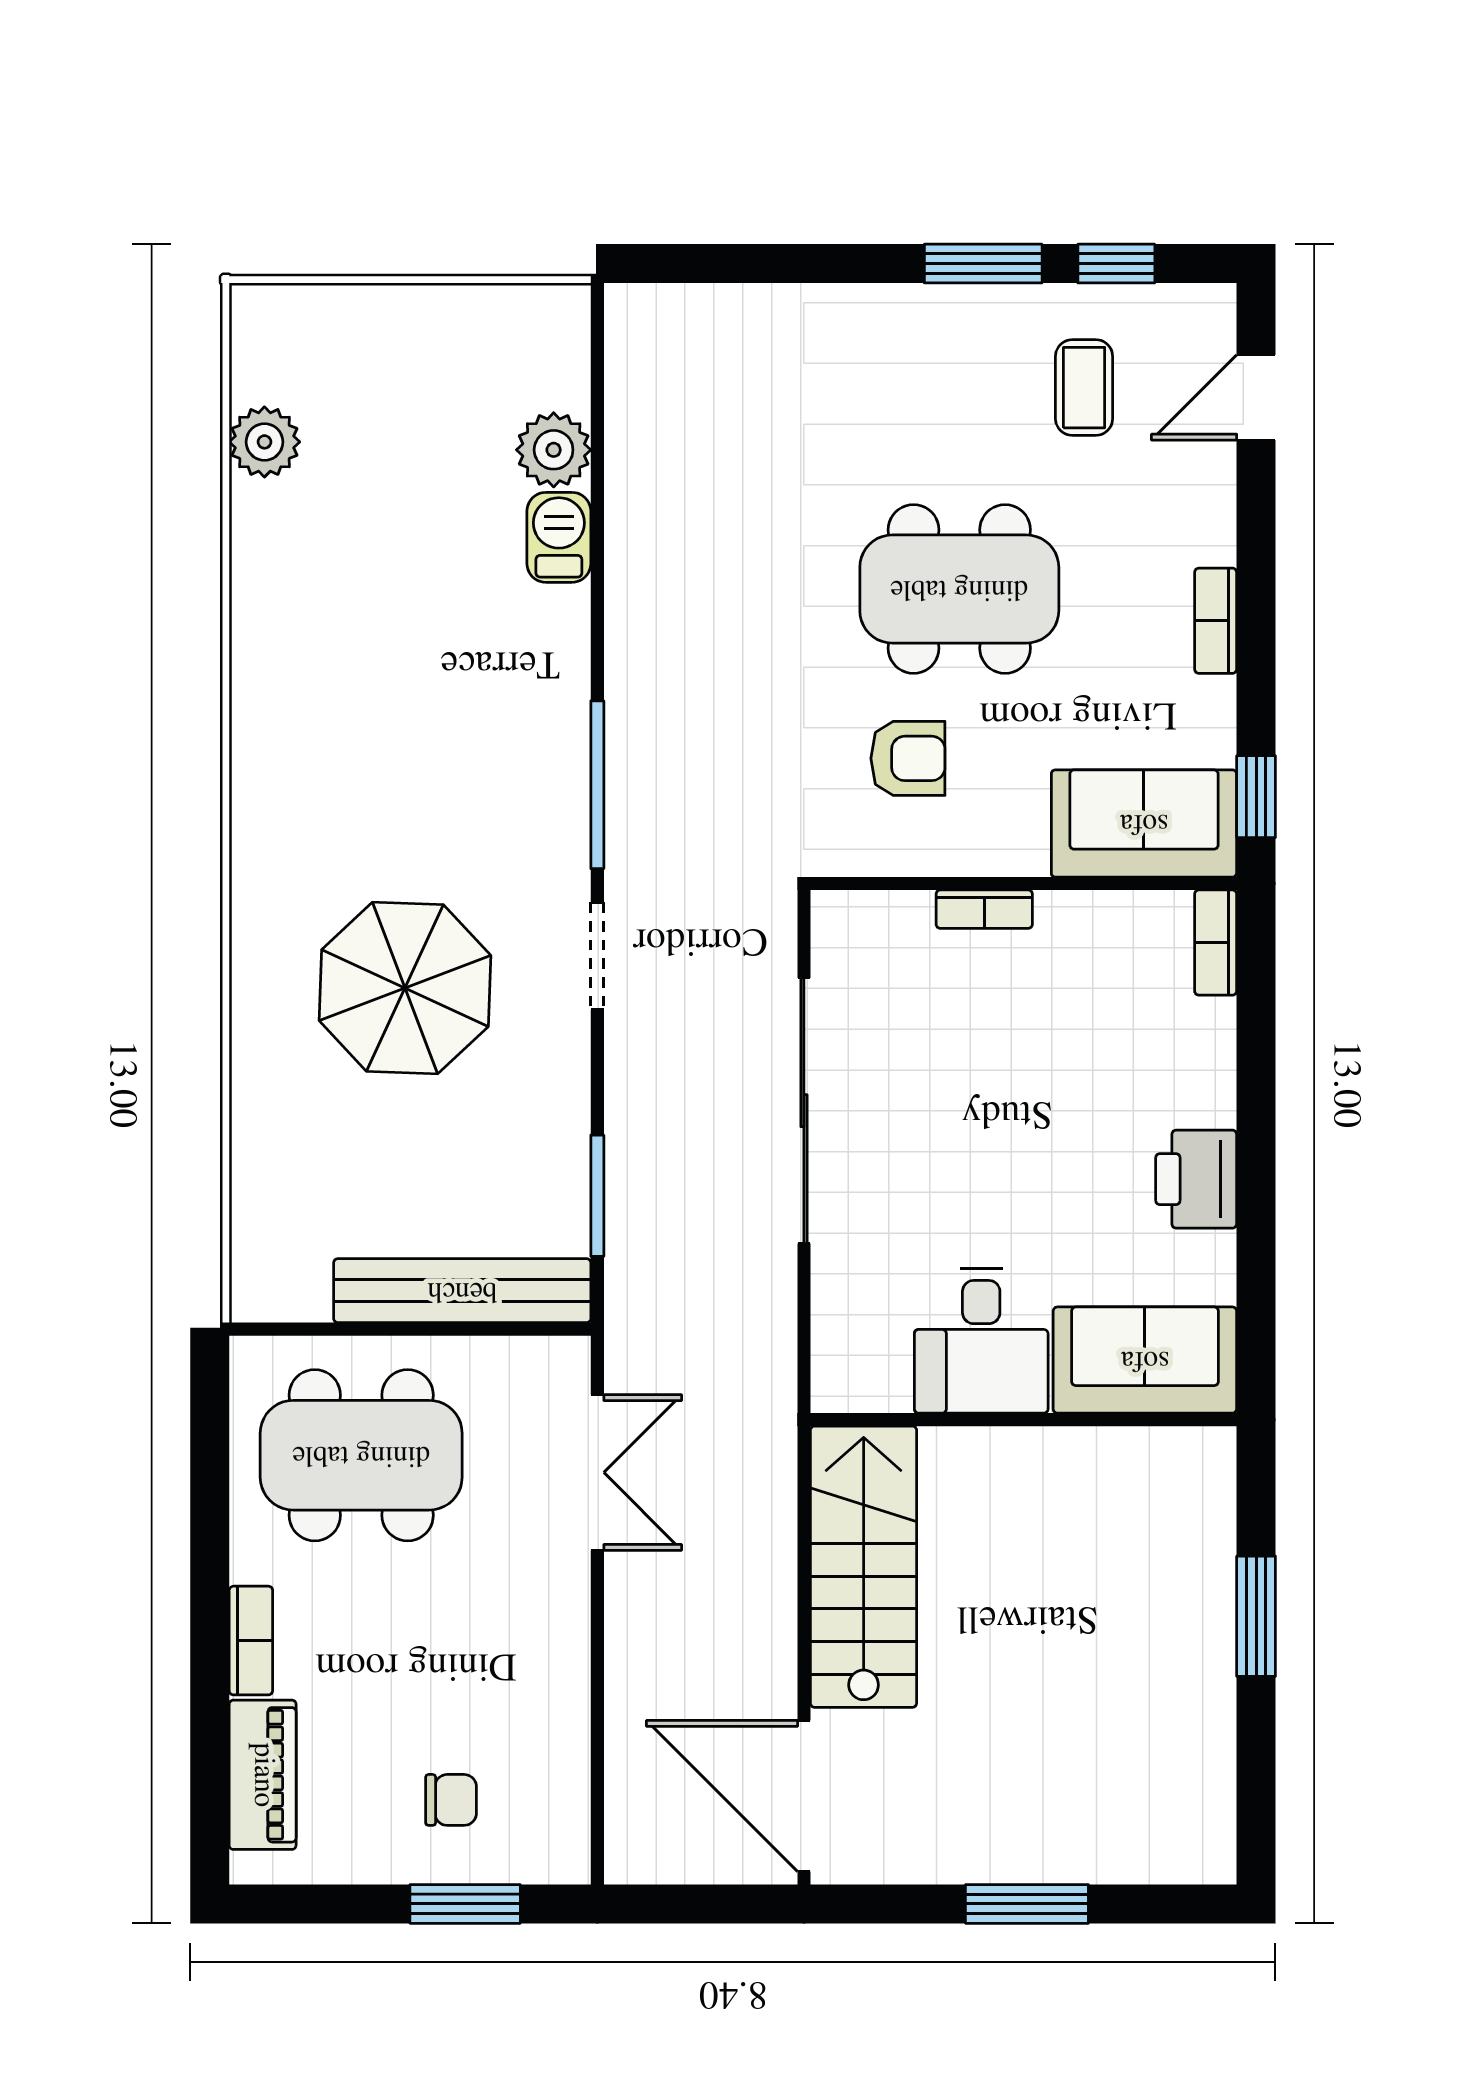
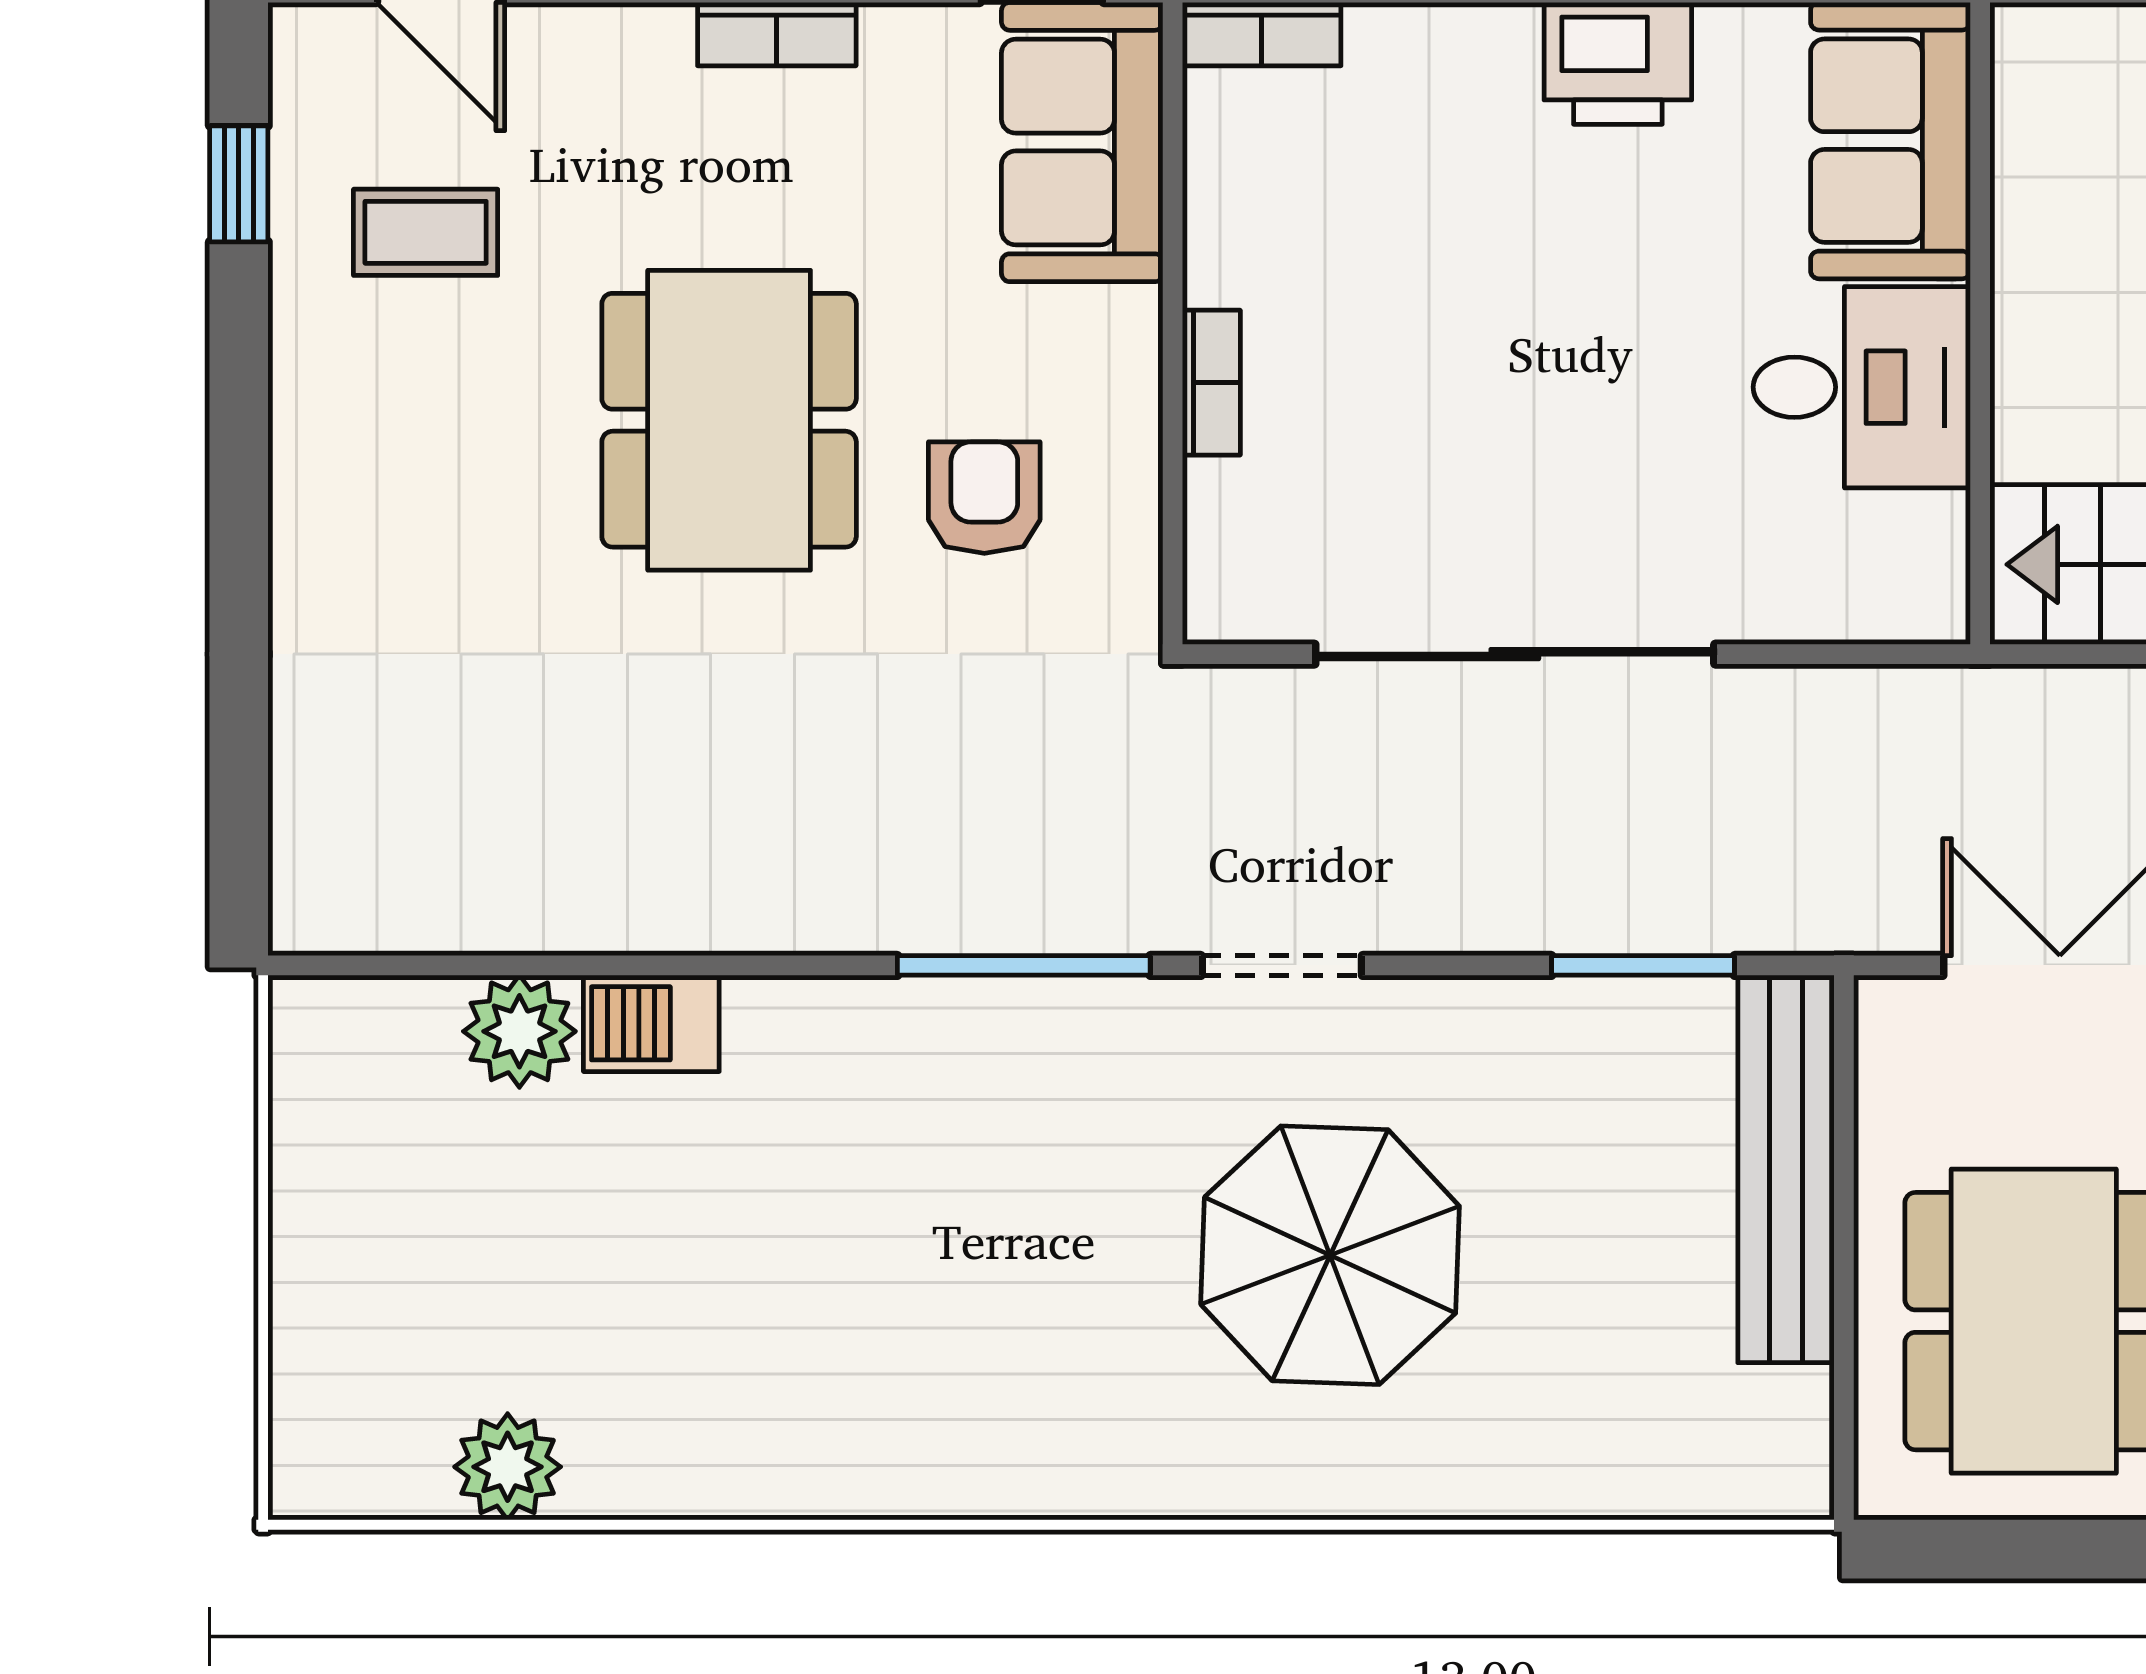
window: (983, 264) -> (239, 384), removed

